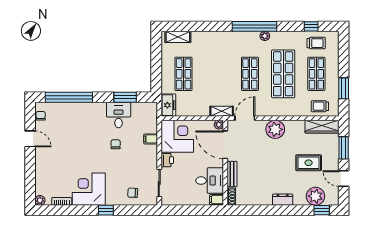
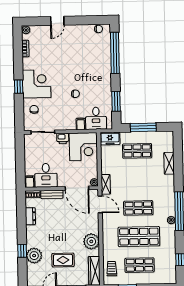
shelving: (178, 37) -> (169, 163), moved
trolley: (316, 43) -> (166, 264), removed
window: (156, 66) -> (143, 127), added
desk: (119, 115) -> (96, 118), moved, turned 90
plant: (275, 129) -> (91, 241), moved
door: (30, 139) -> (57, 21), moved
door: (225, 145) -> (77, 188), swing flipped
rug: (309, 163) -> (63, 260), turned 90
corner desk: (89, 189) -> (37, 84), moved
plant: (315, 196) -> (34, 256), moved
dresser: (283, 200) -> (30, 216), moved
window: (322, 210) -> (22, 251), moved

